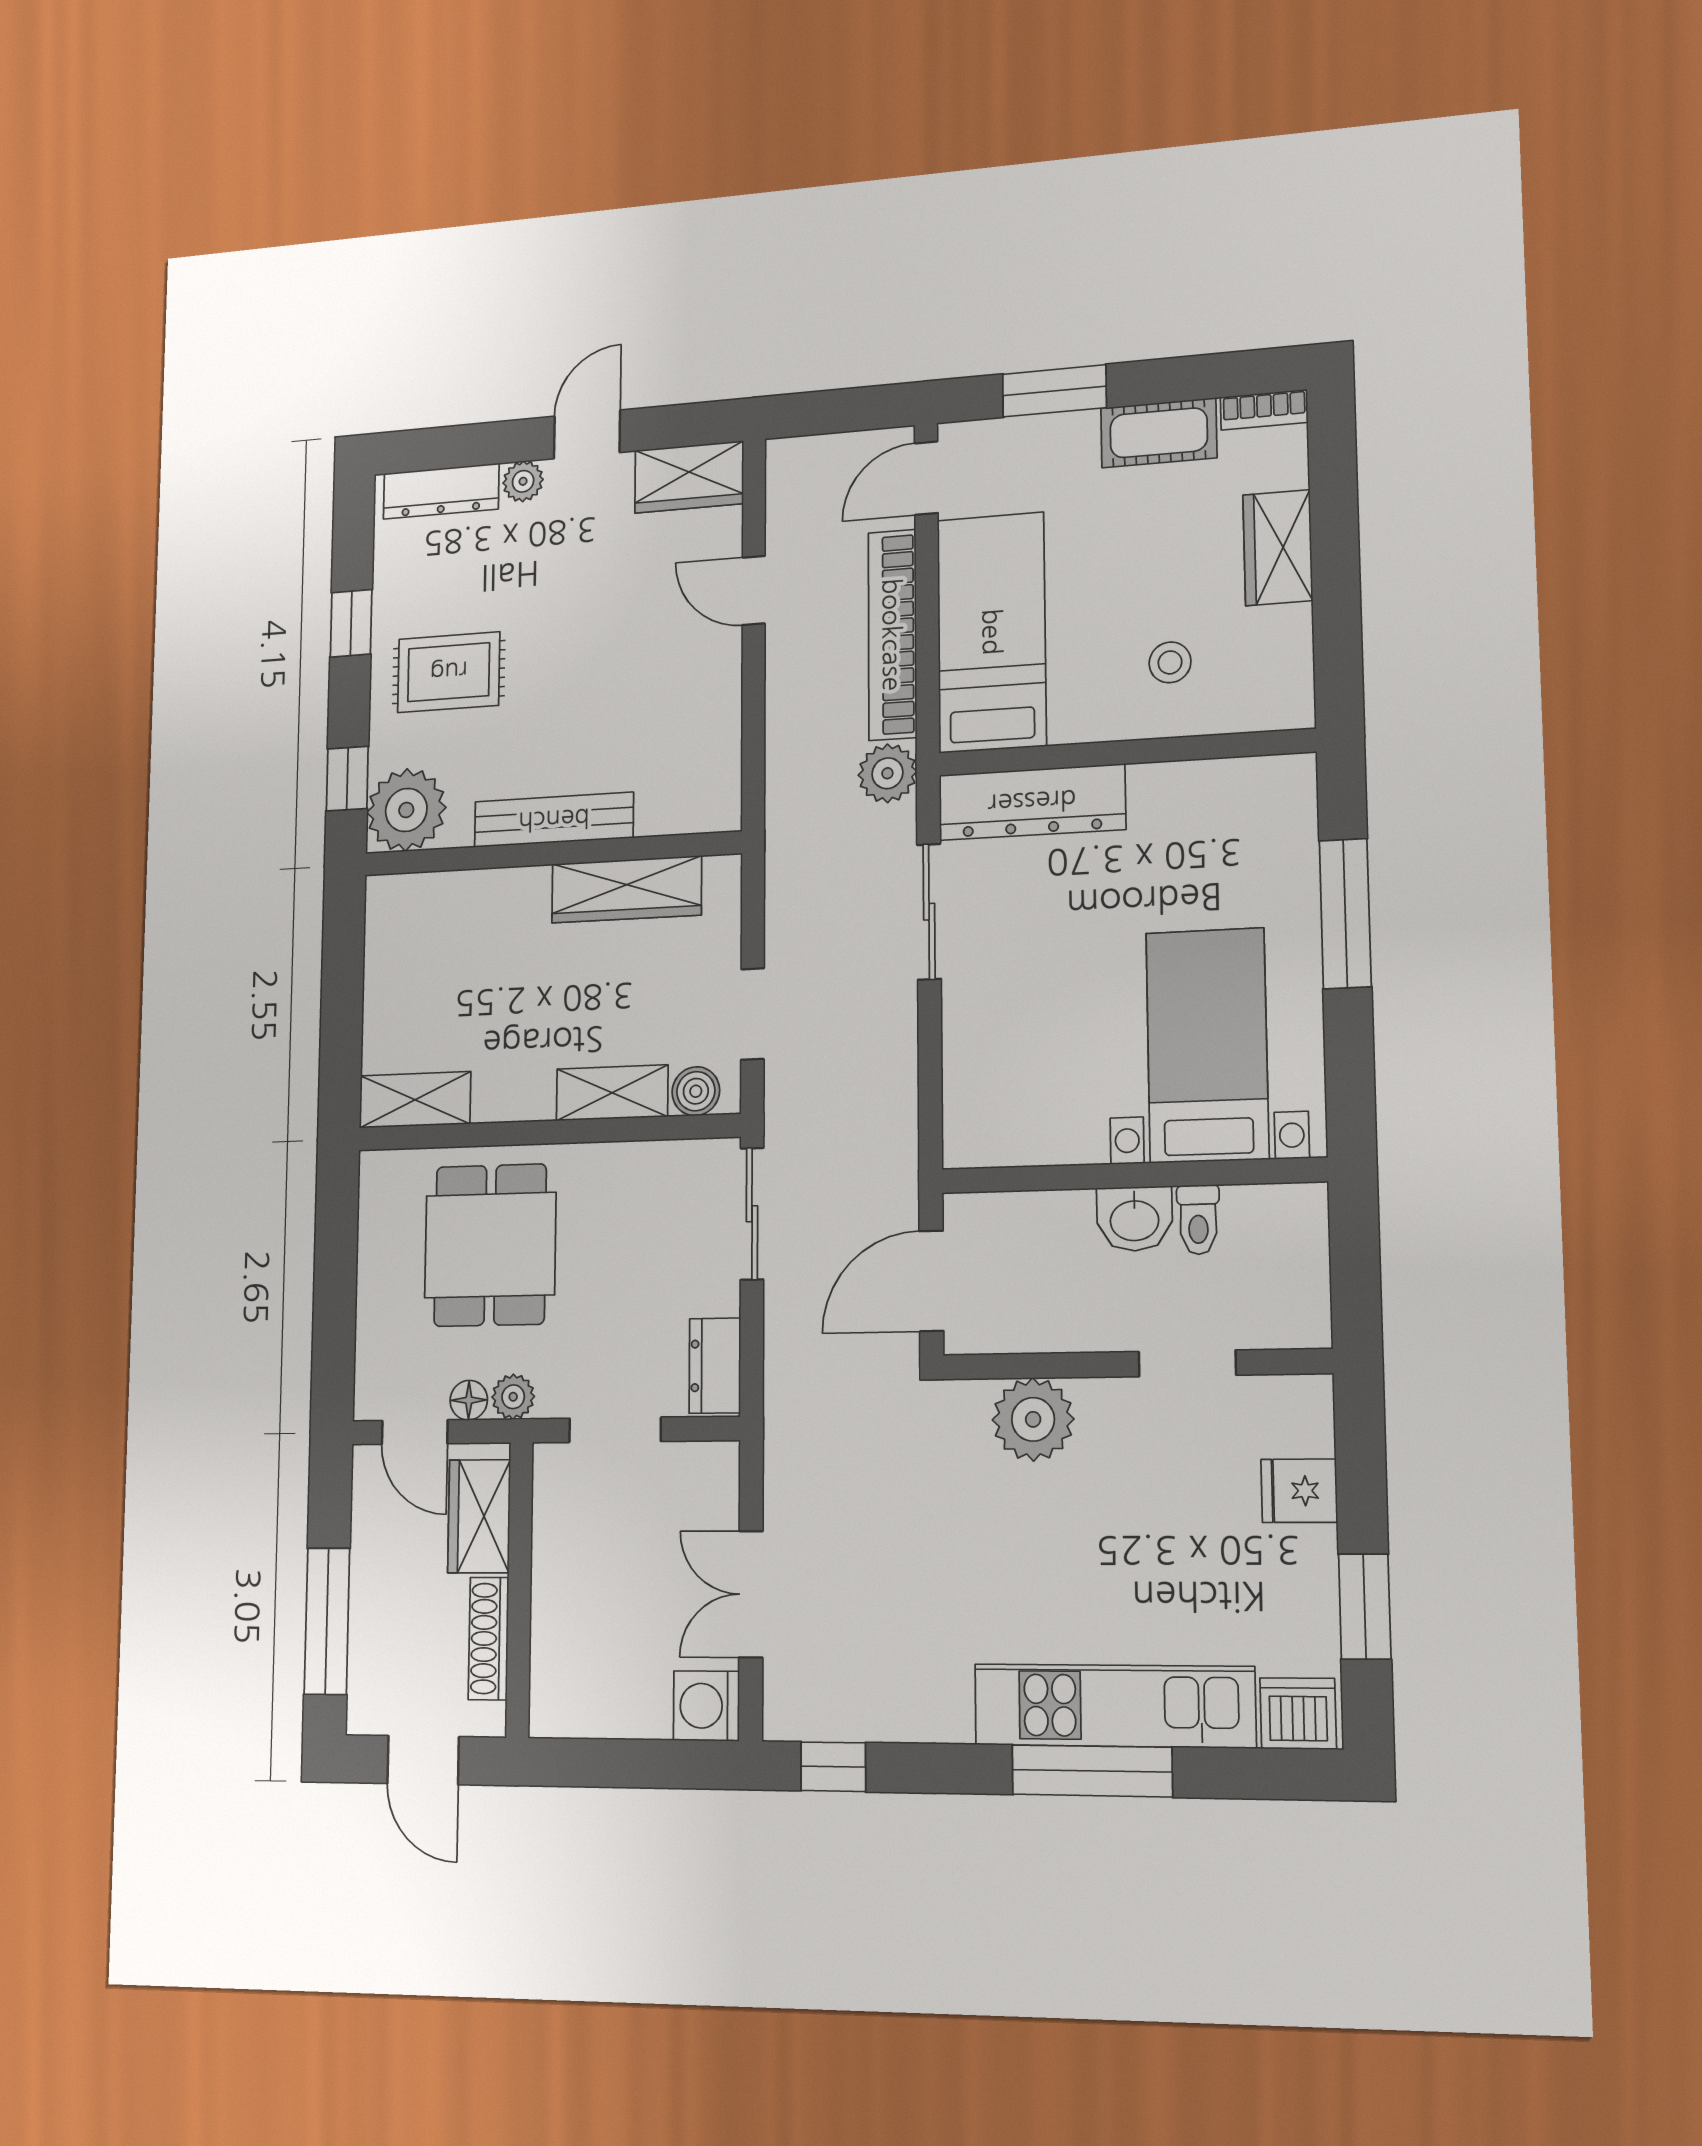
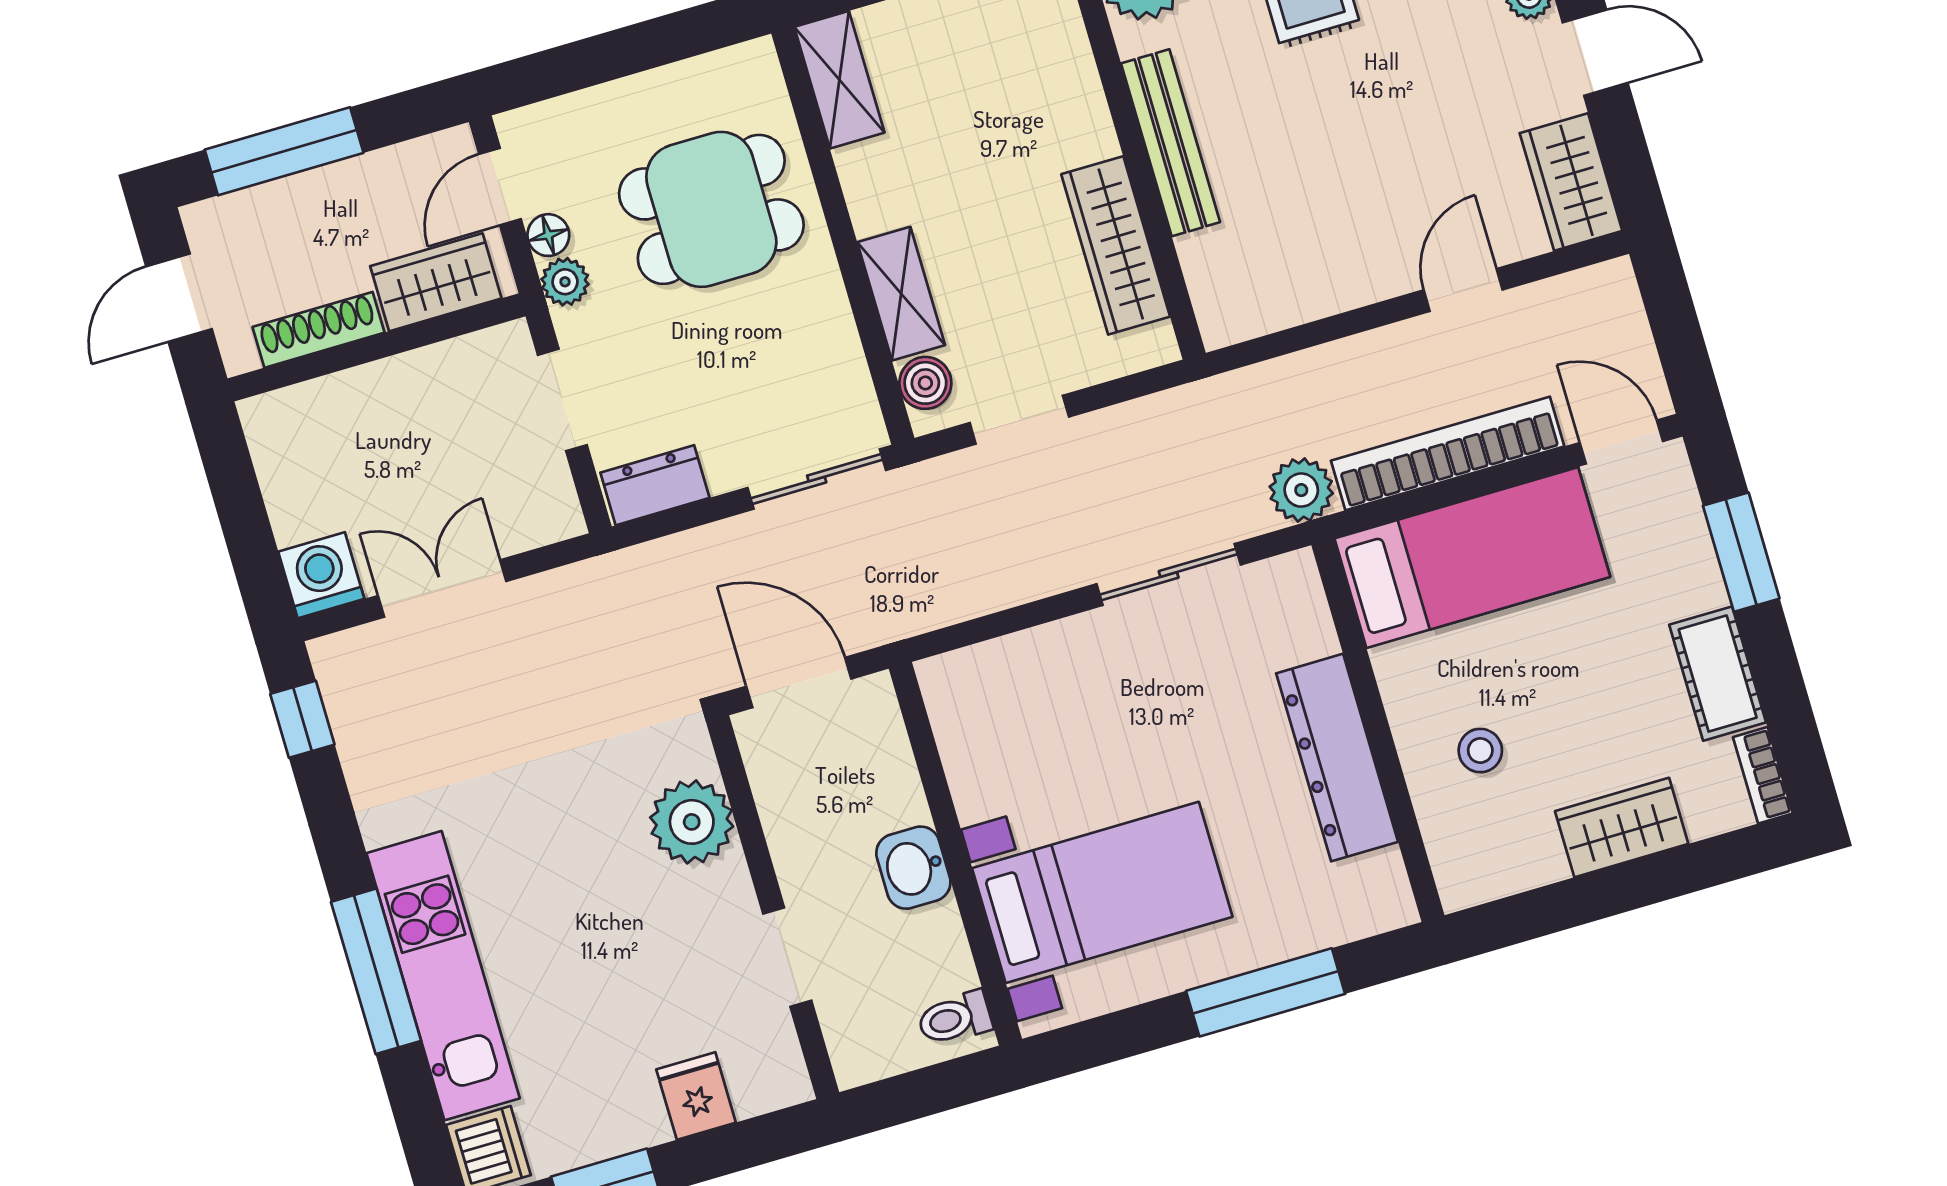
dresser: (1032, 802) -> (1337, 758), moved
toilet: (1198, 1220) -> (955, 1018), moved

